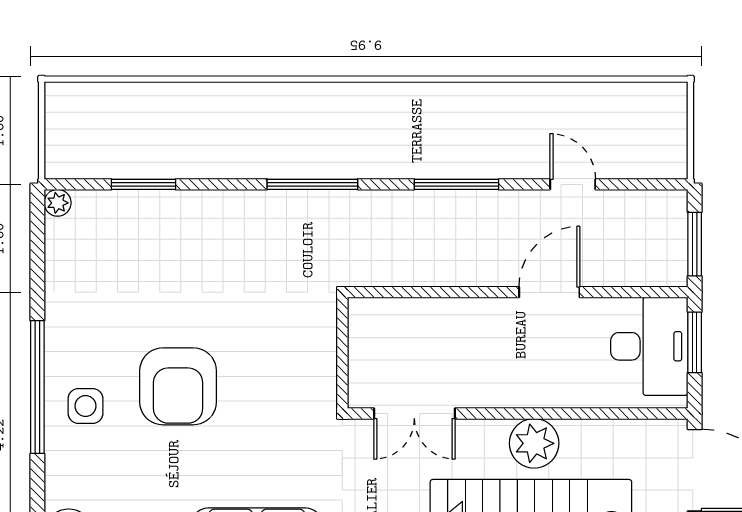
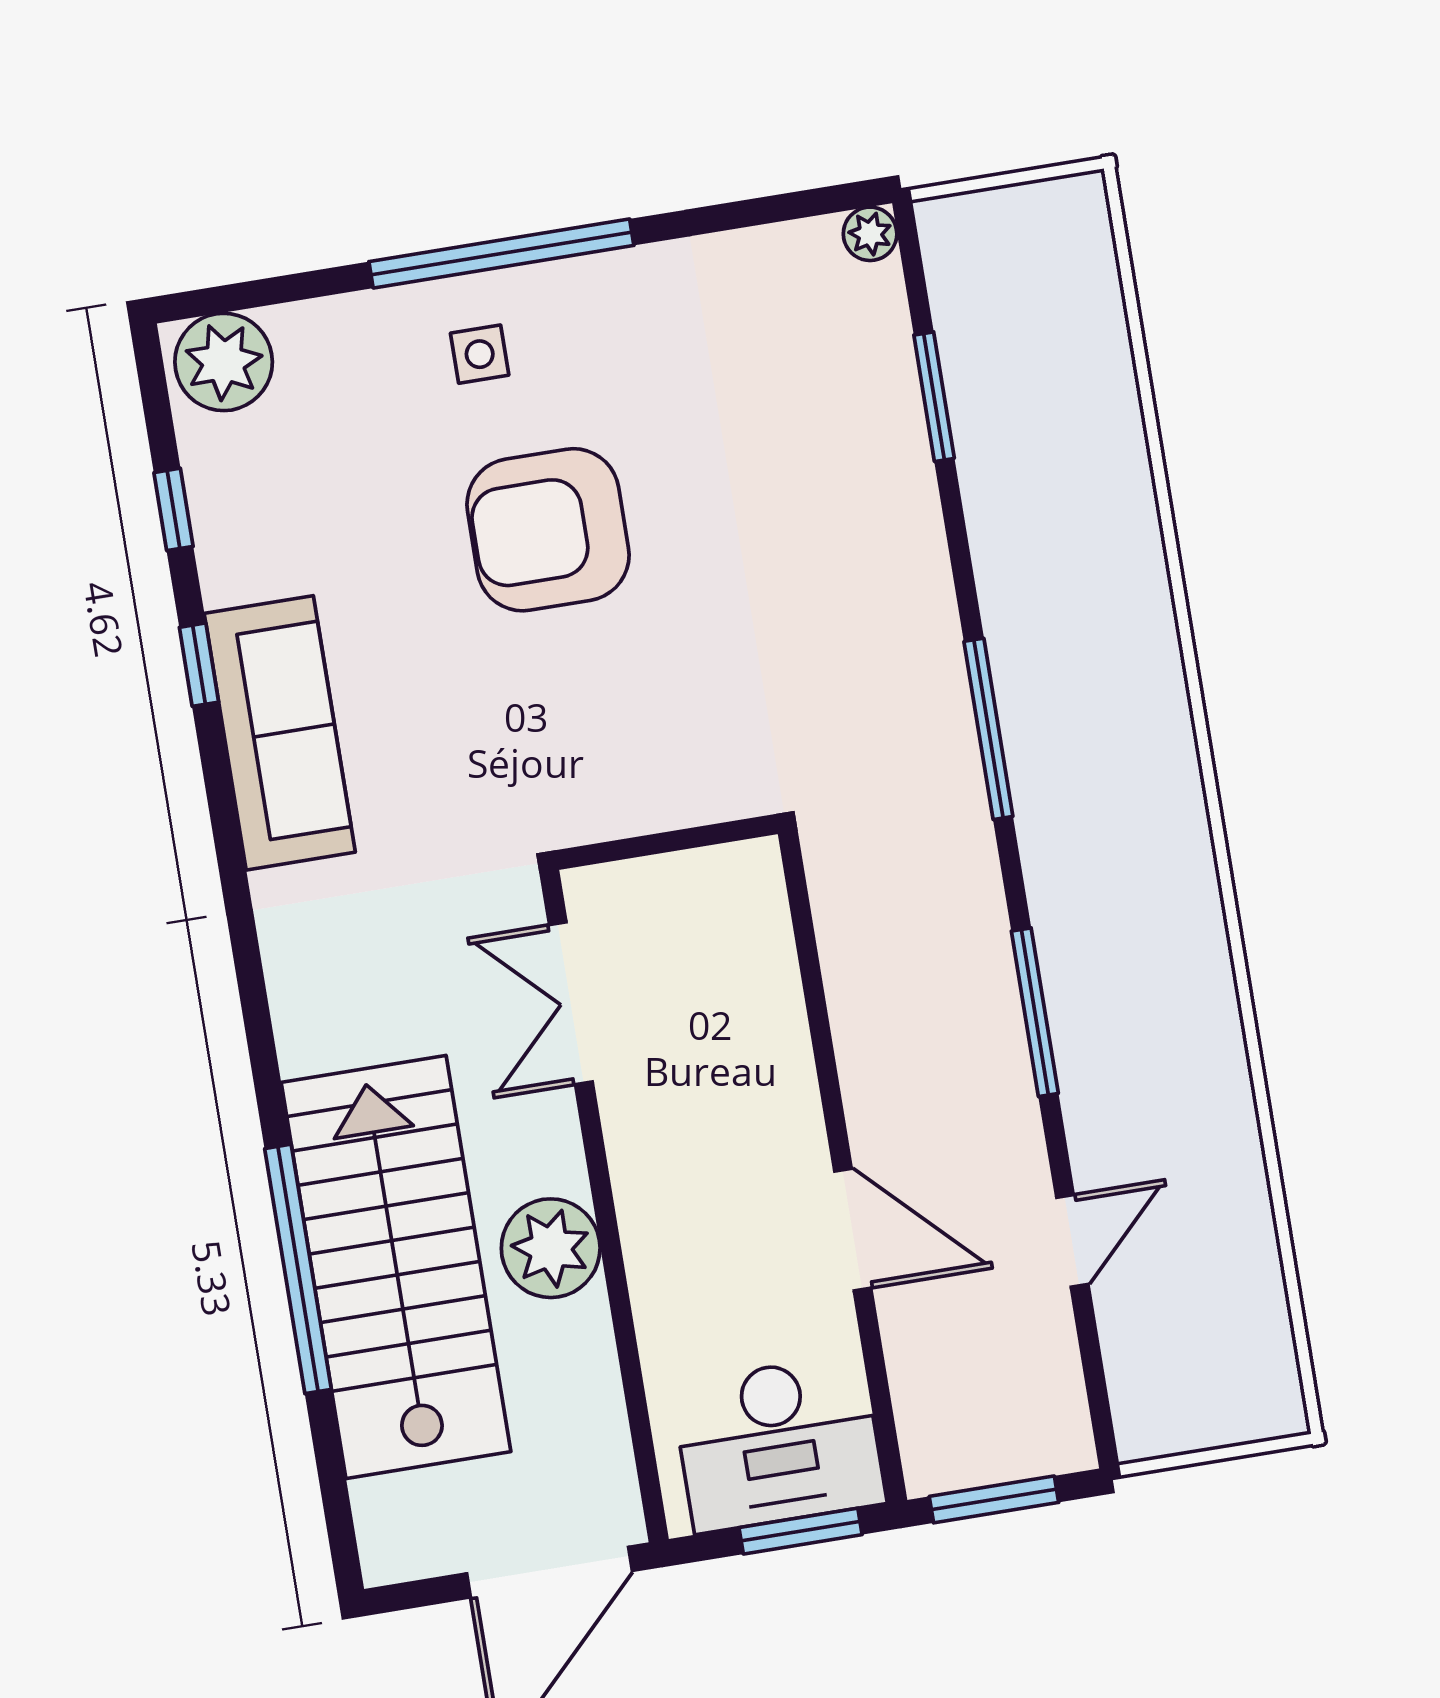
side table: (86, 406) -> (480, 354), width x0.73, depth x0.73

